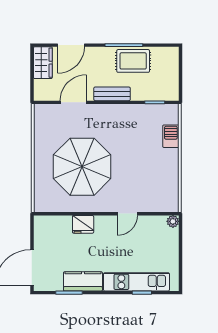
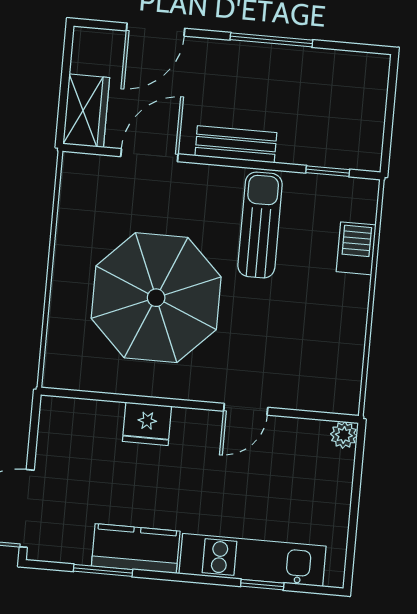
rug: (133, 61) -> (288, 76), removed
wardrobe: (43, 63) -> (86, 111), moved
sun lounger: (126, 130) -> (260, 225), added

